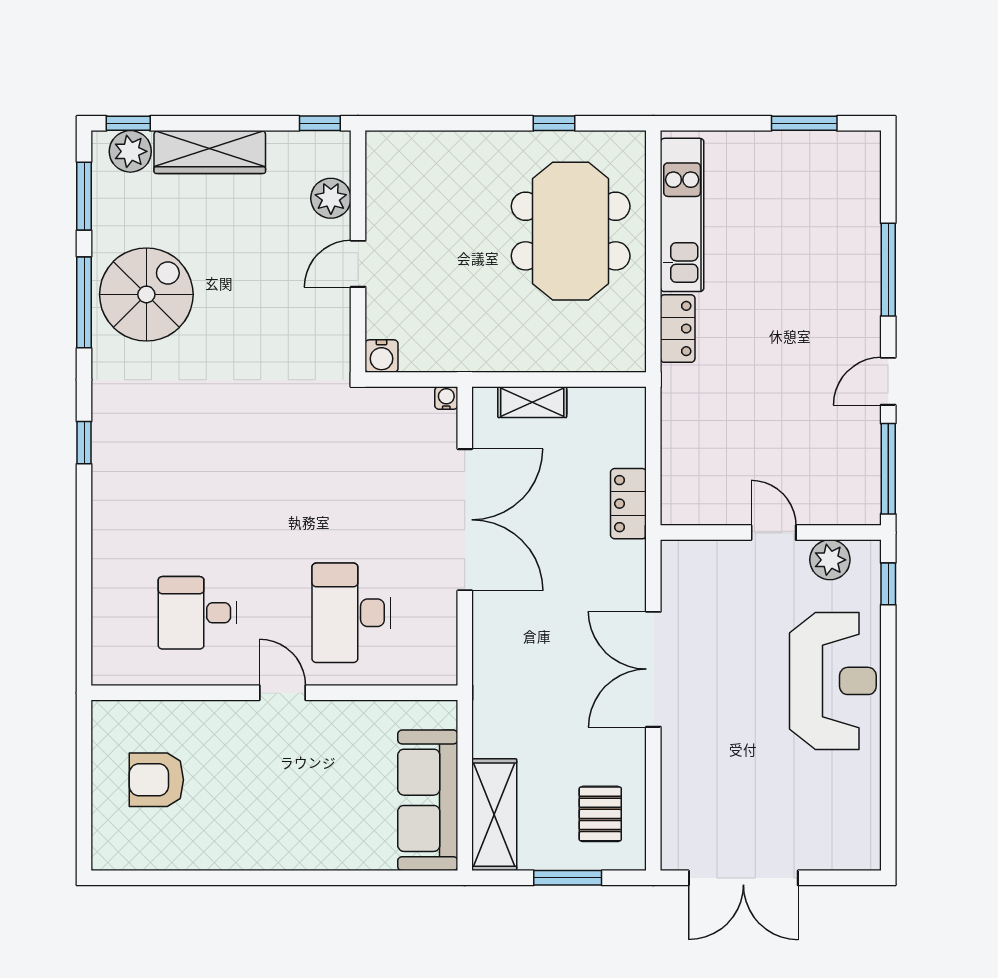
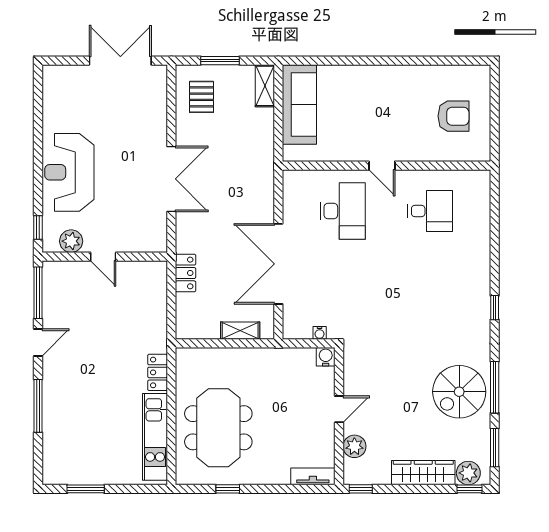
tv unit: (404, 145) -> (313, 476), added
water cooler: (446, 398) -> (320, 333), moved
shelving: (494, 815) -> (265, 86), width x0.67, depth x0.75

